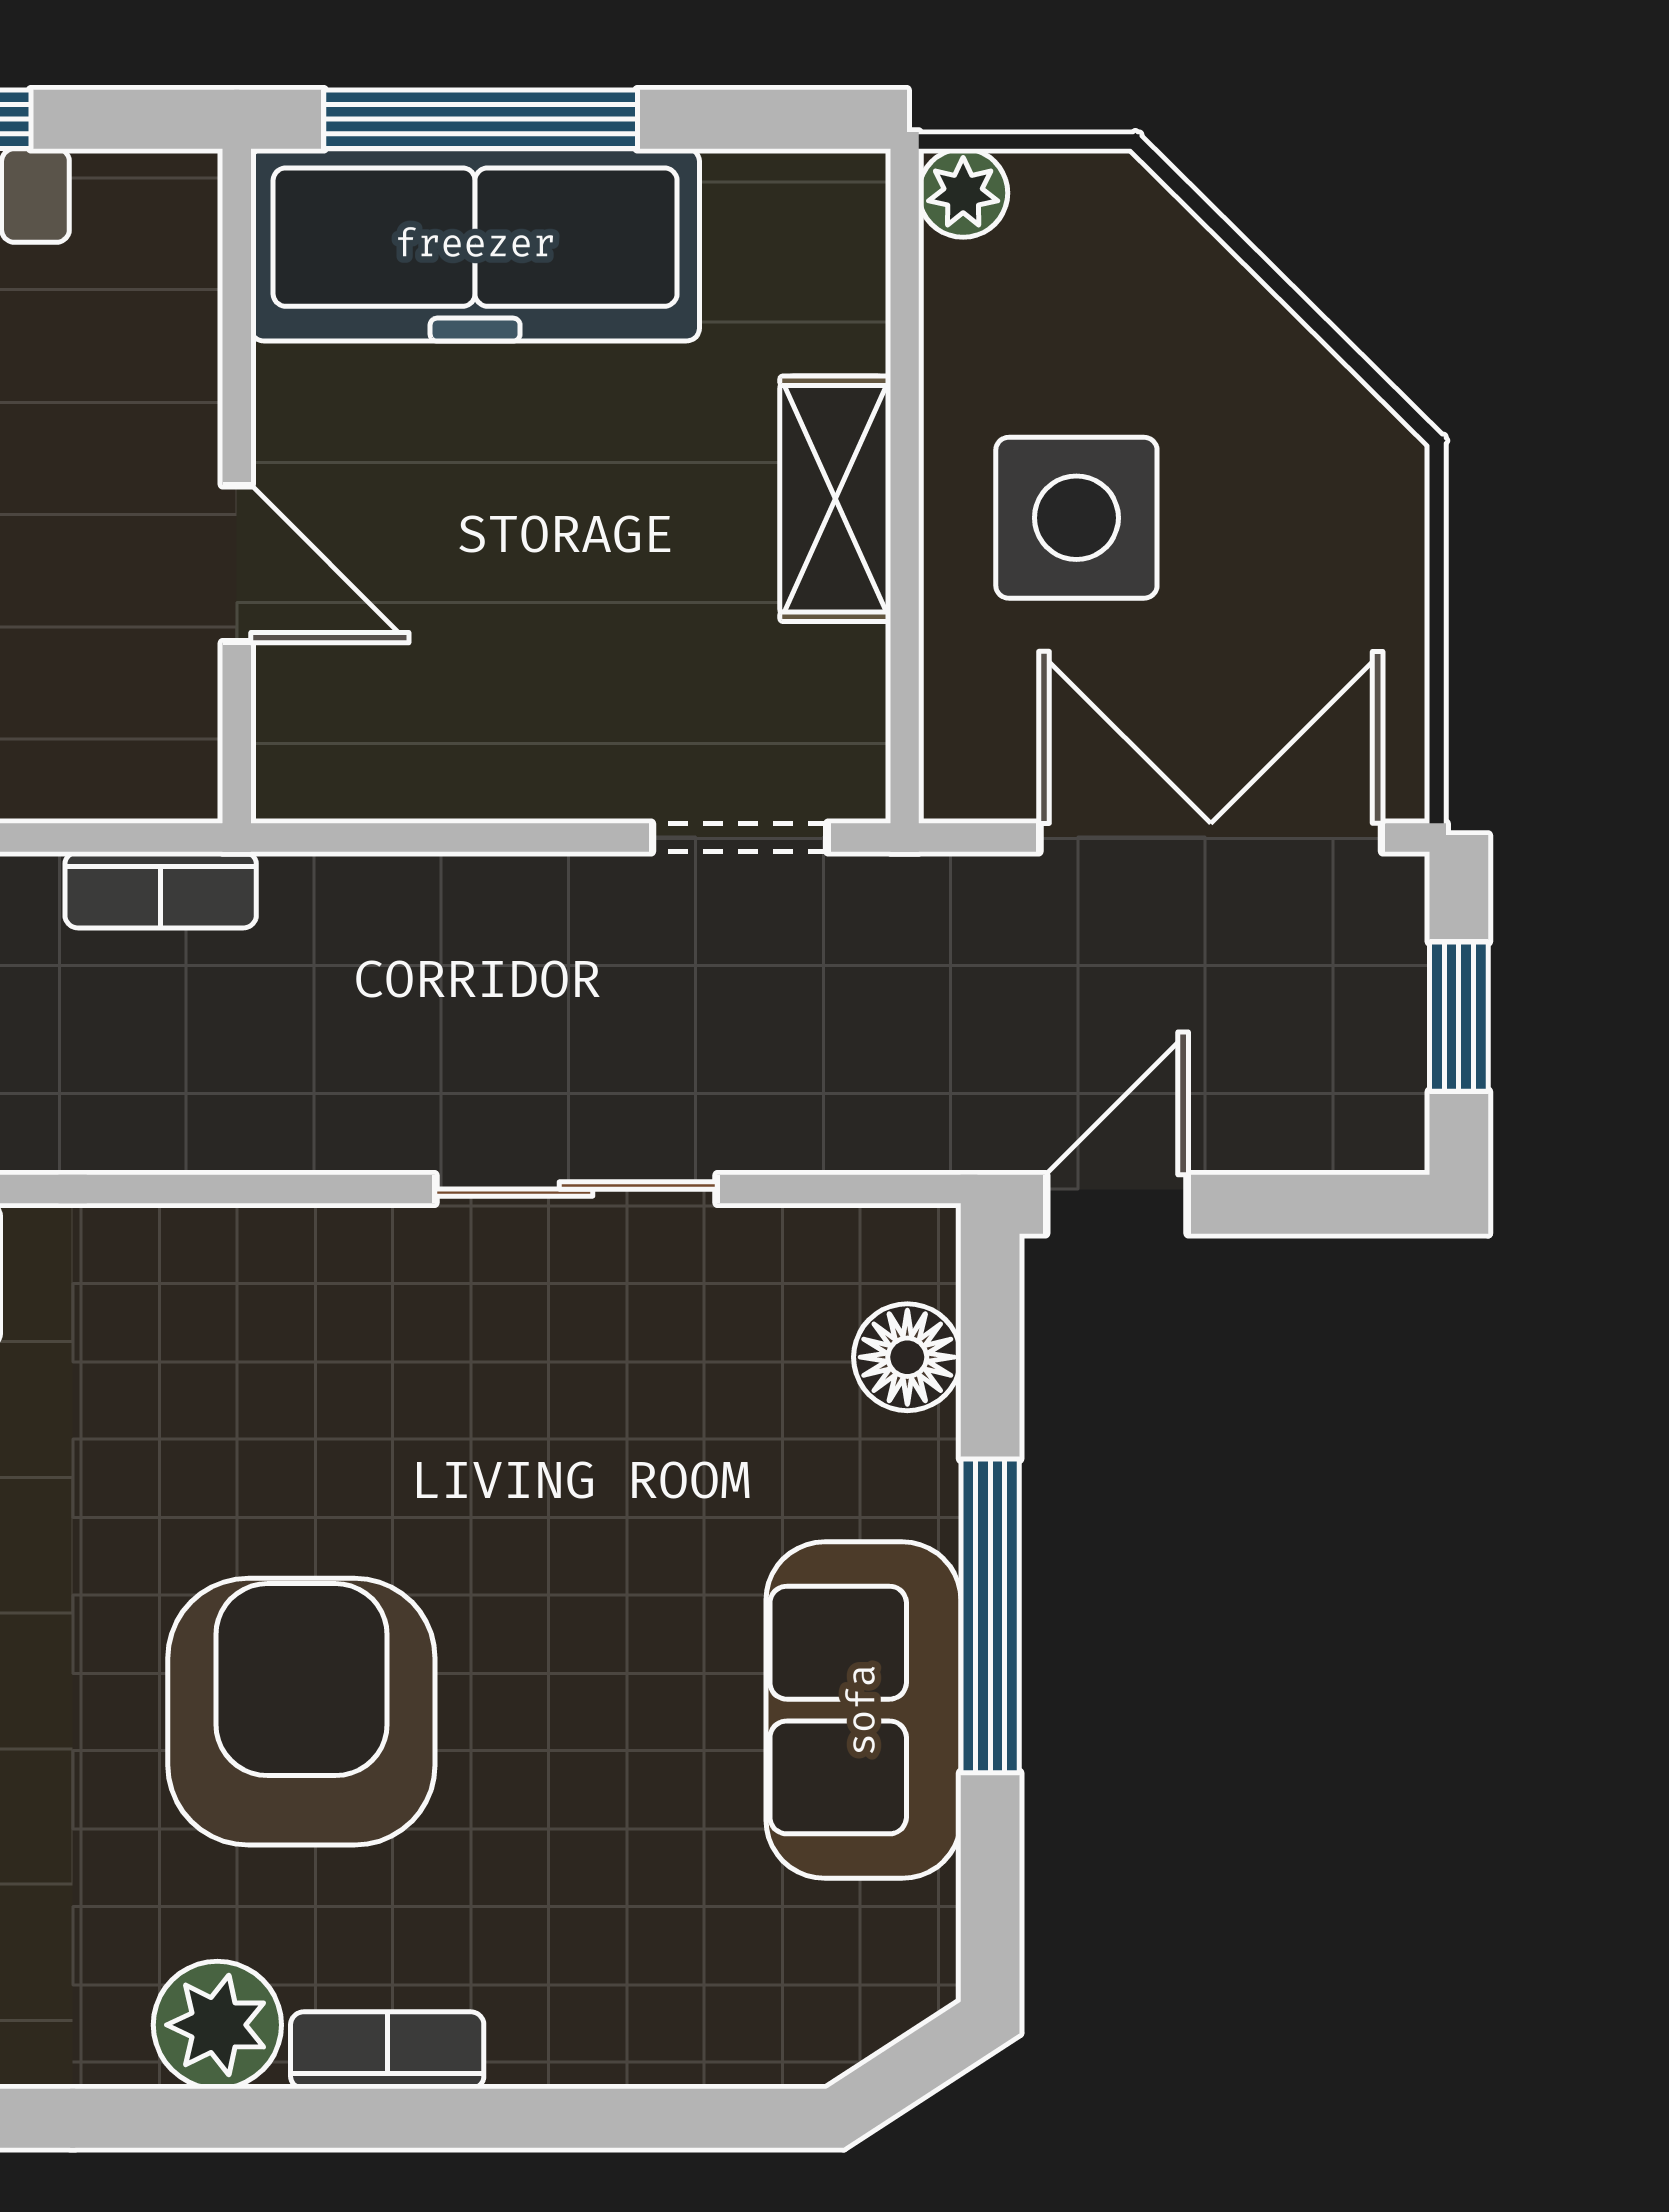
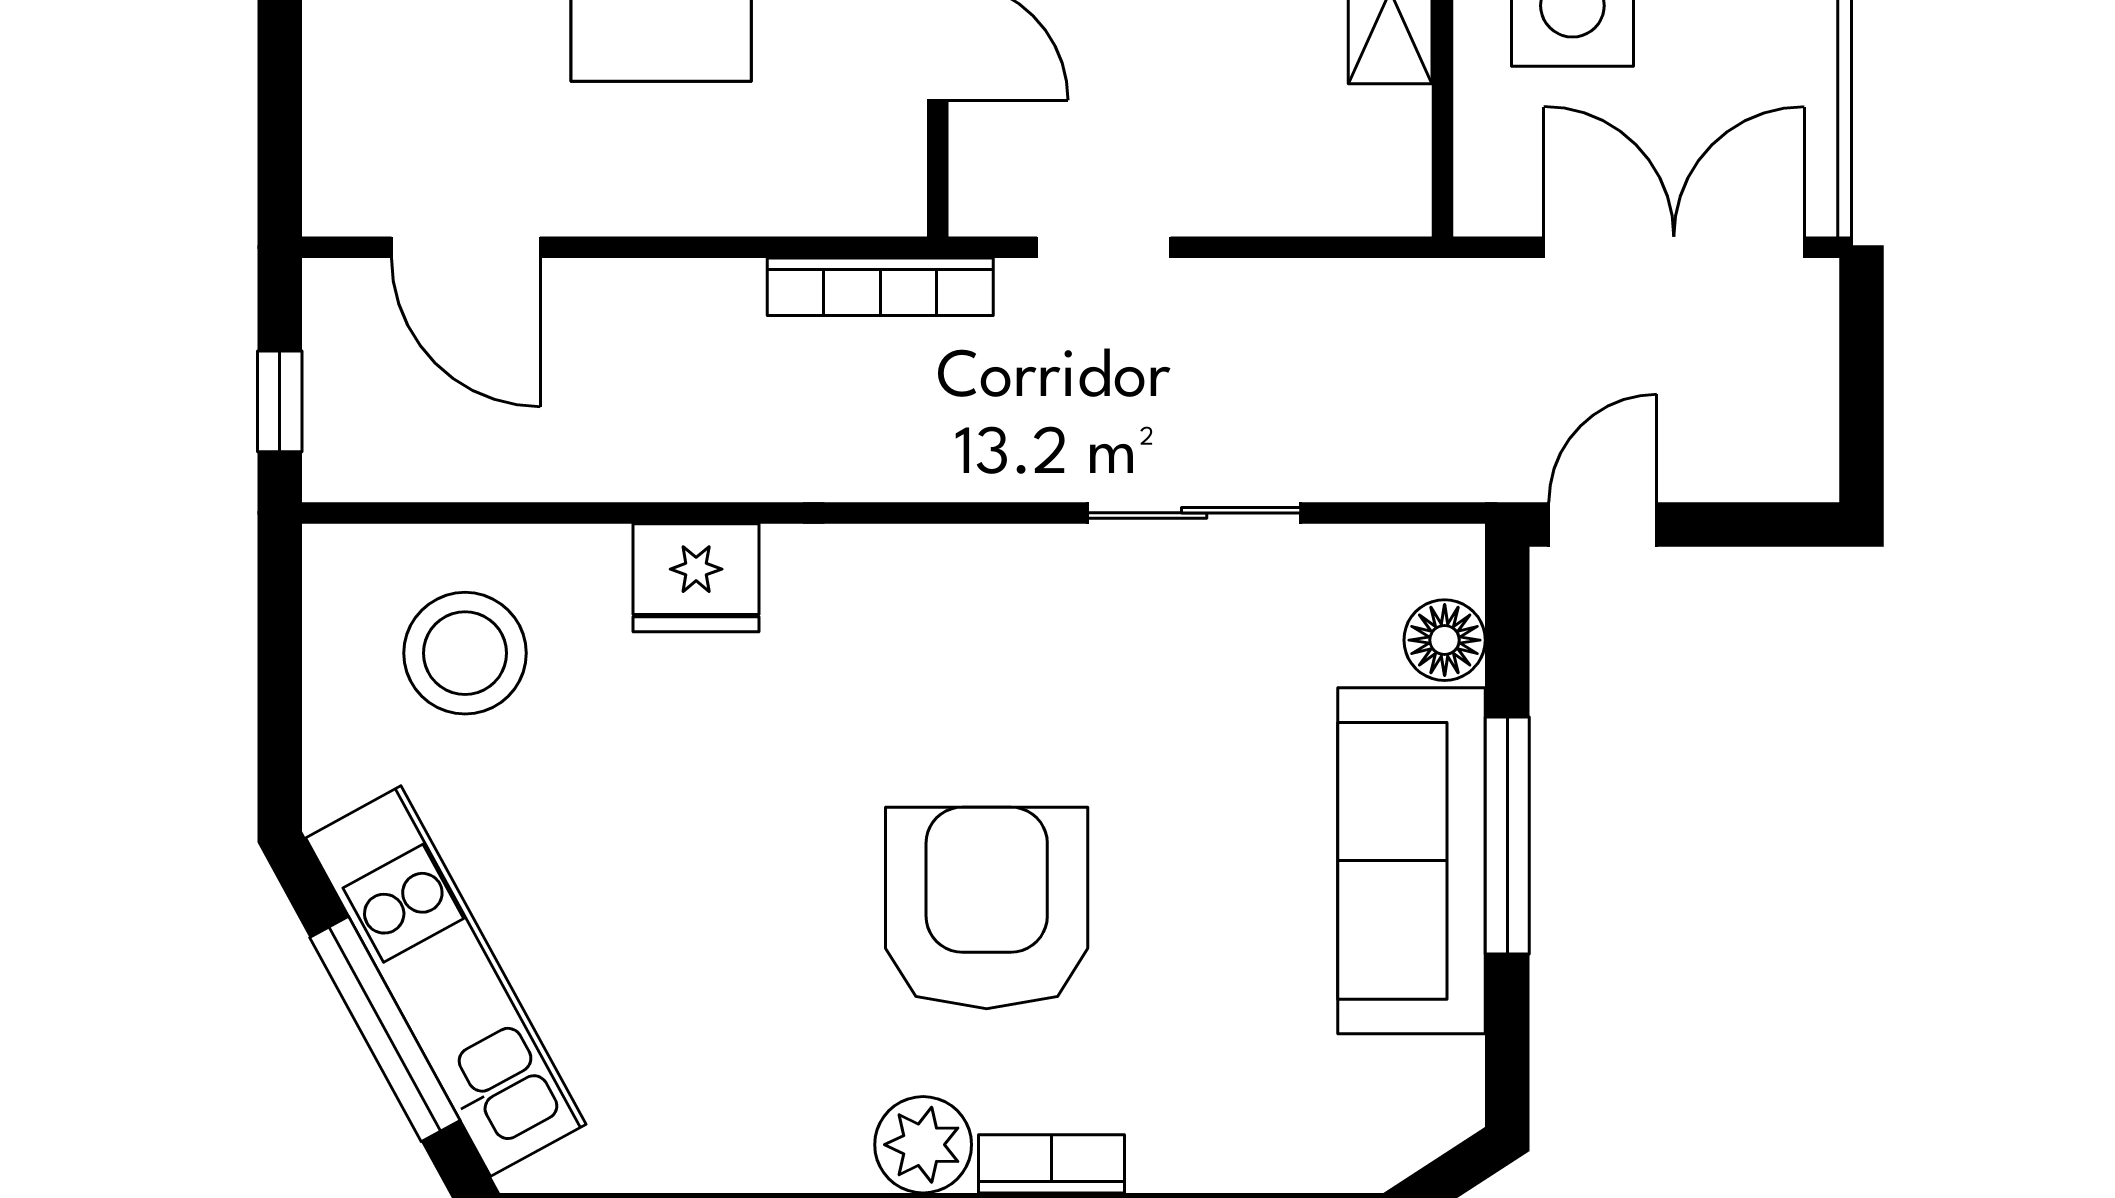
doorway: (740, 837) -> (1104, 247), moved
bookcase: (161, 890) -> (880, 287), width x1.56
window: (1459, 1017) -> (1861, 383), removed
sofa: (863, 1710) -> (1411, 861), width x1.36

